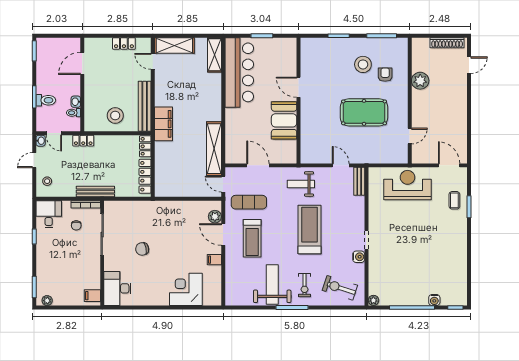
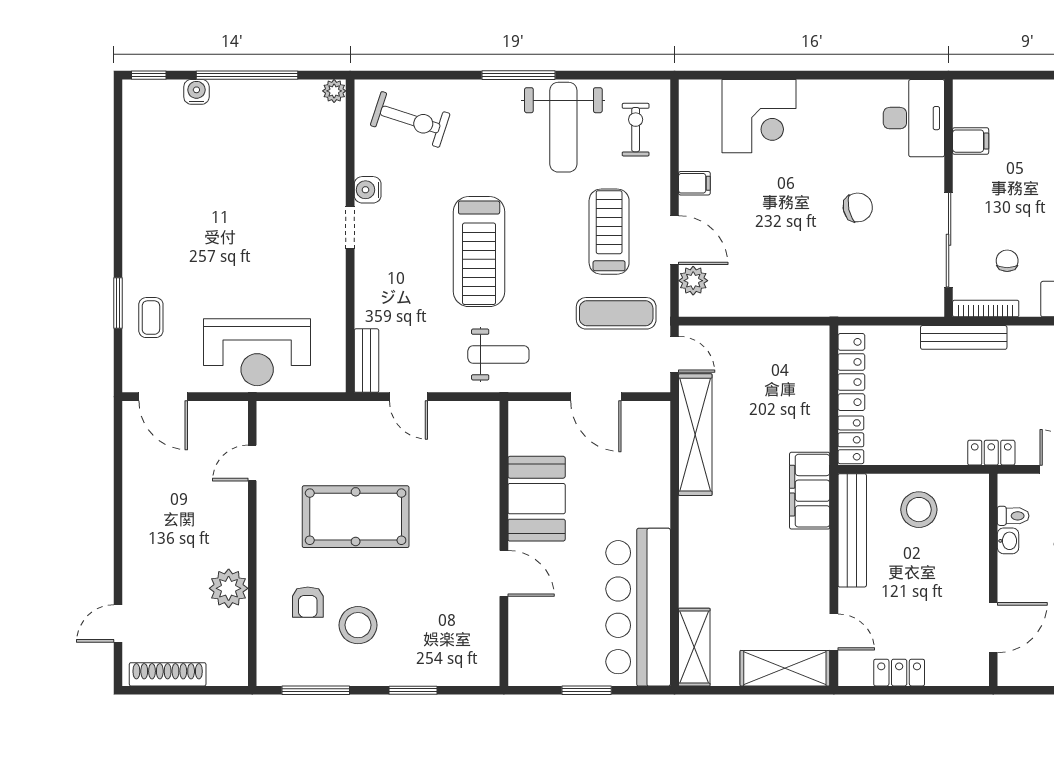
exercise bike: (304, 285) -> (636, 130), moved
filing cabinet: (92, 296) -> (971, 141), moved

